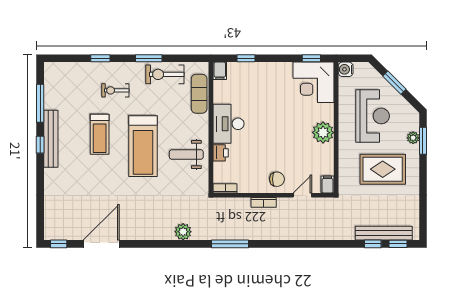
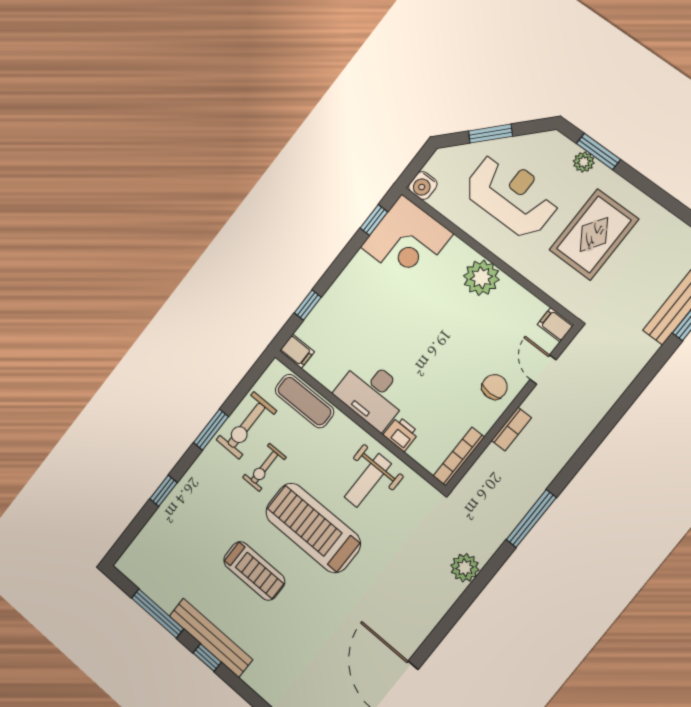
exercise bike: (115, 90) -> (264, 467), moved
treadmill: (143, 146) -> (313, 528), turned 180
bookcase: (225, 188) -> (459, 457), width x1.56

